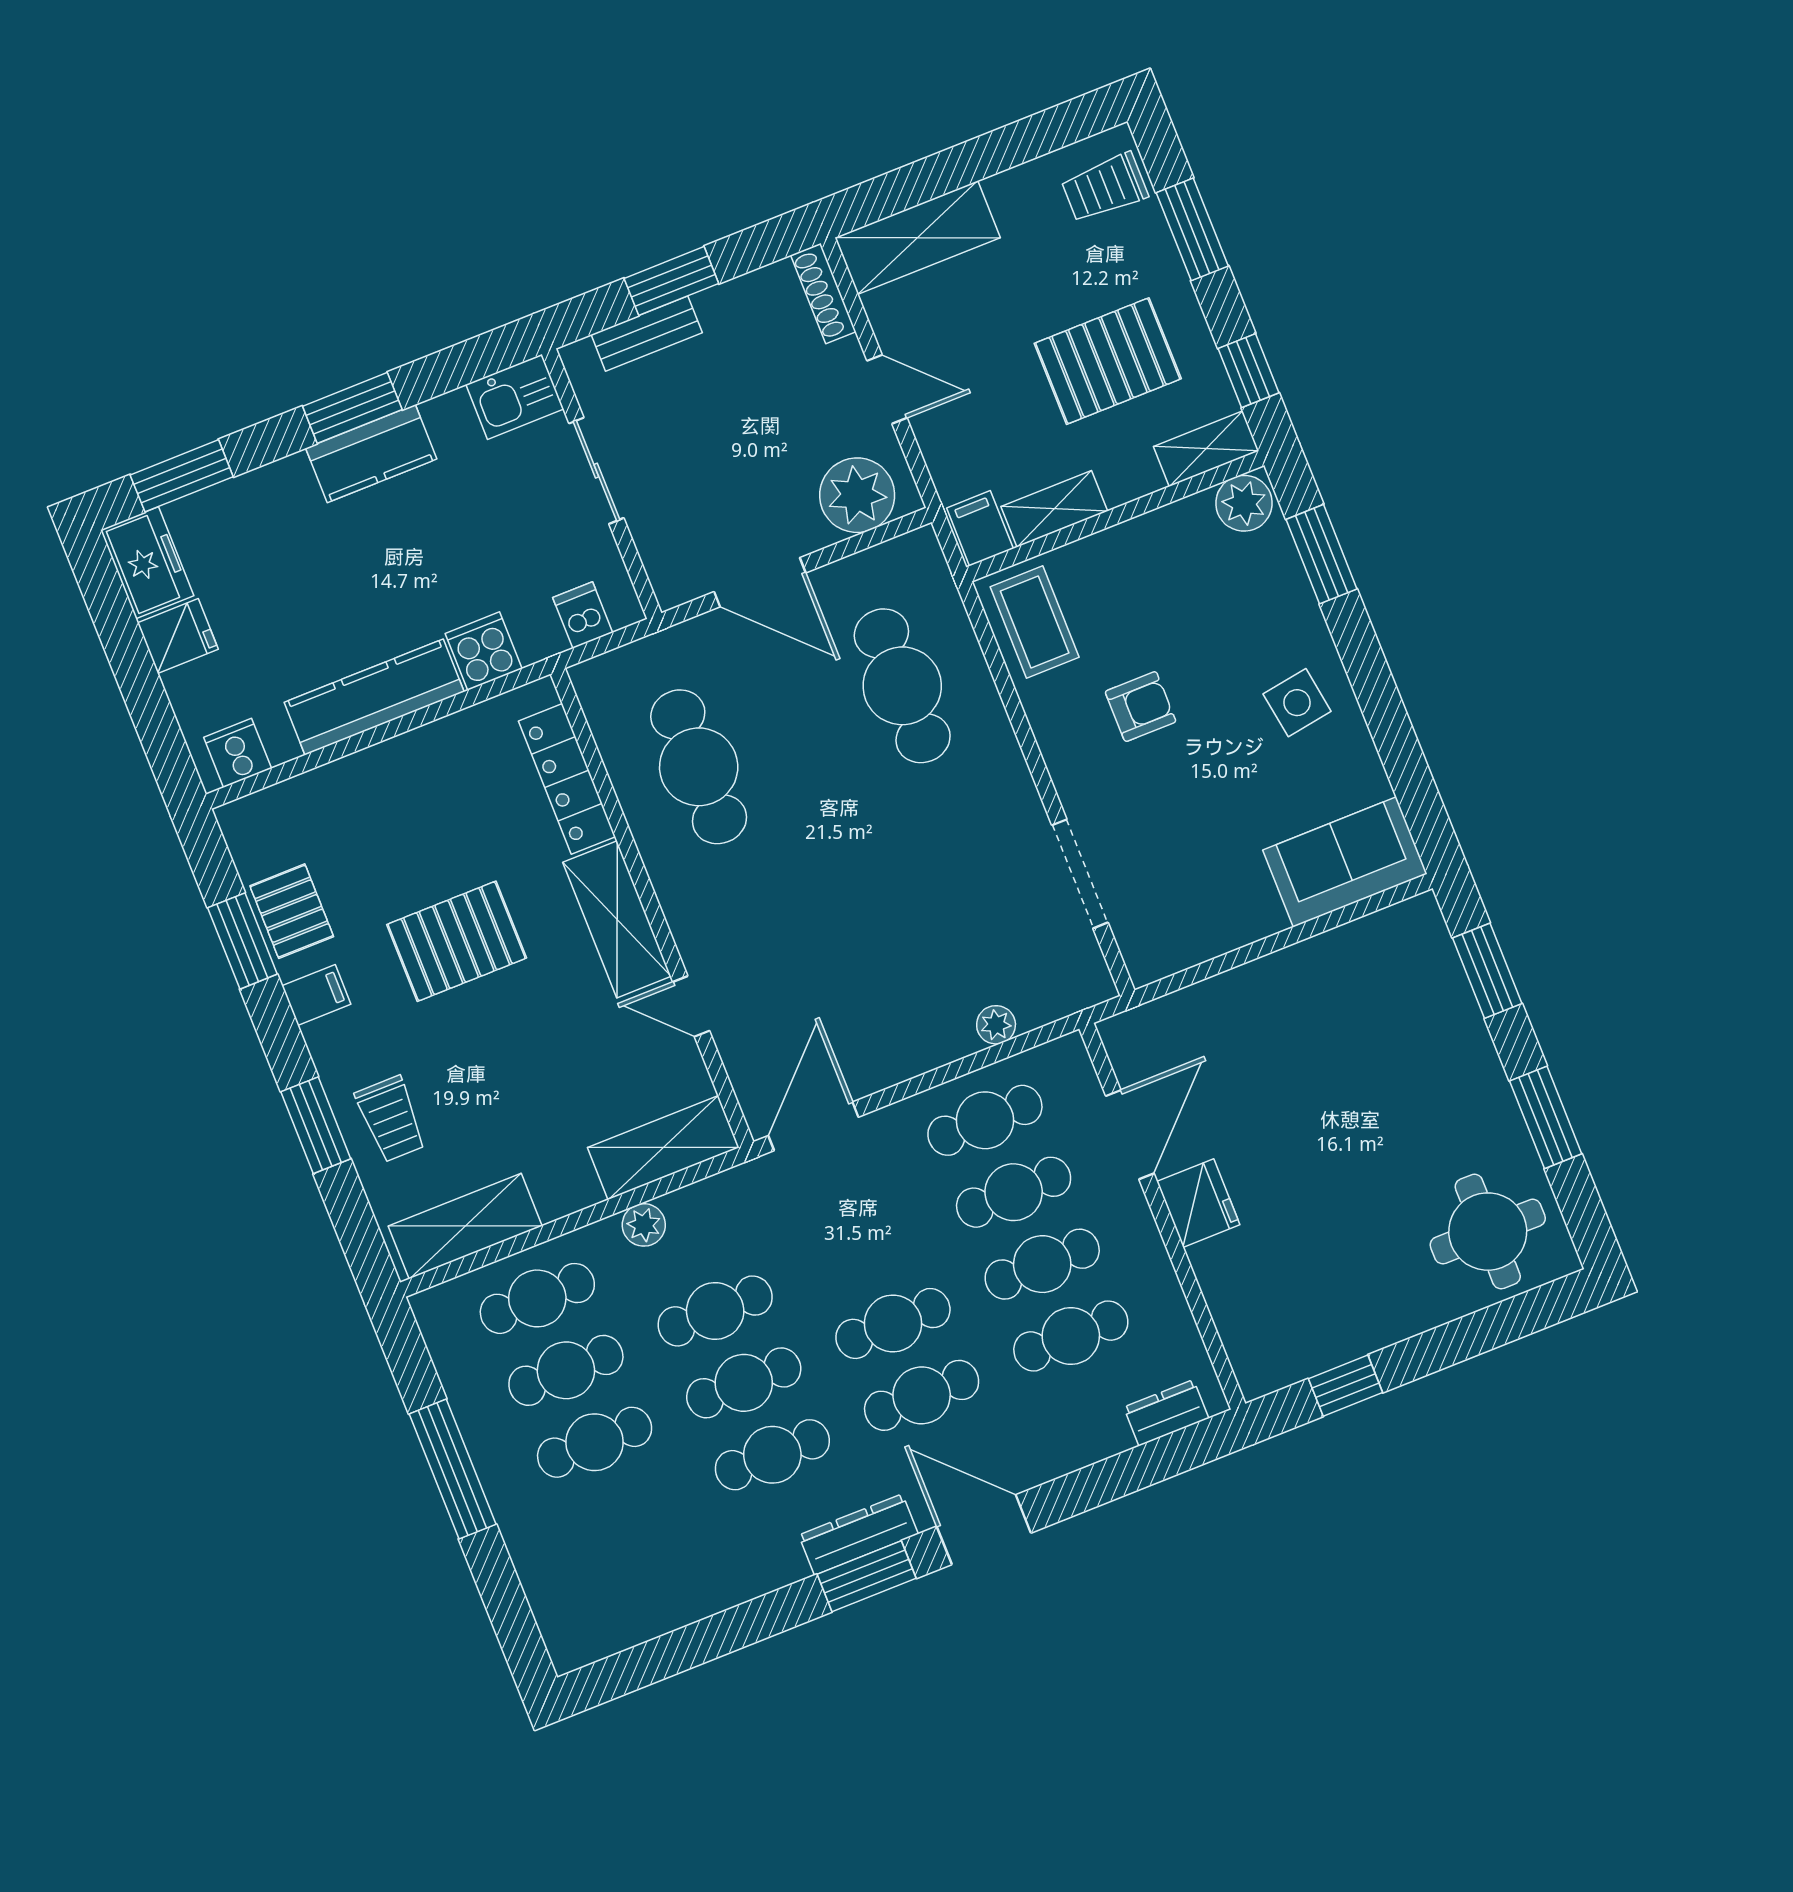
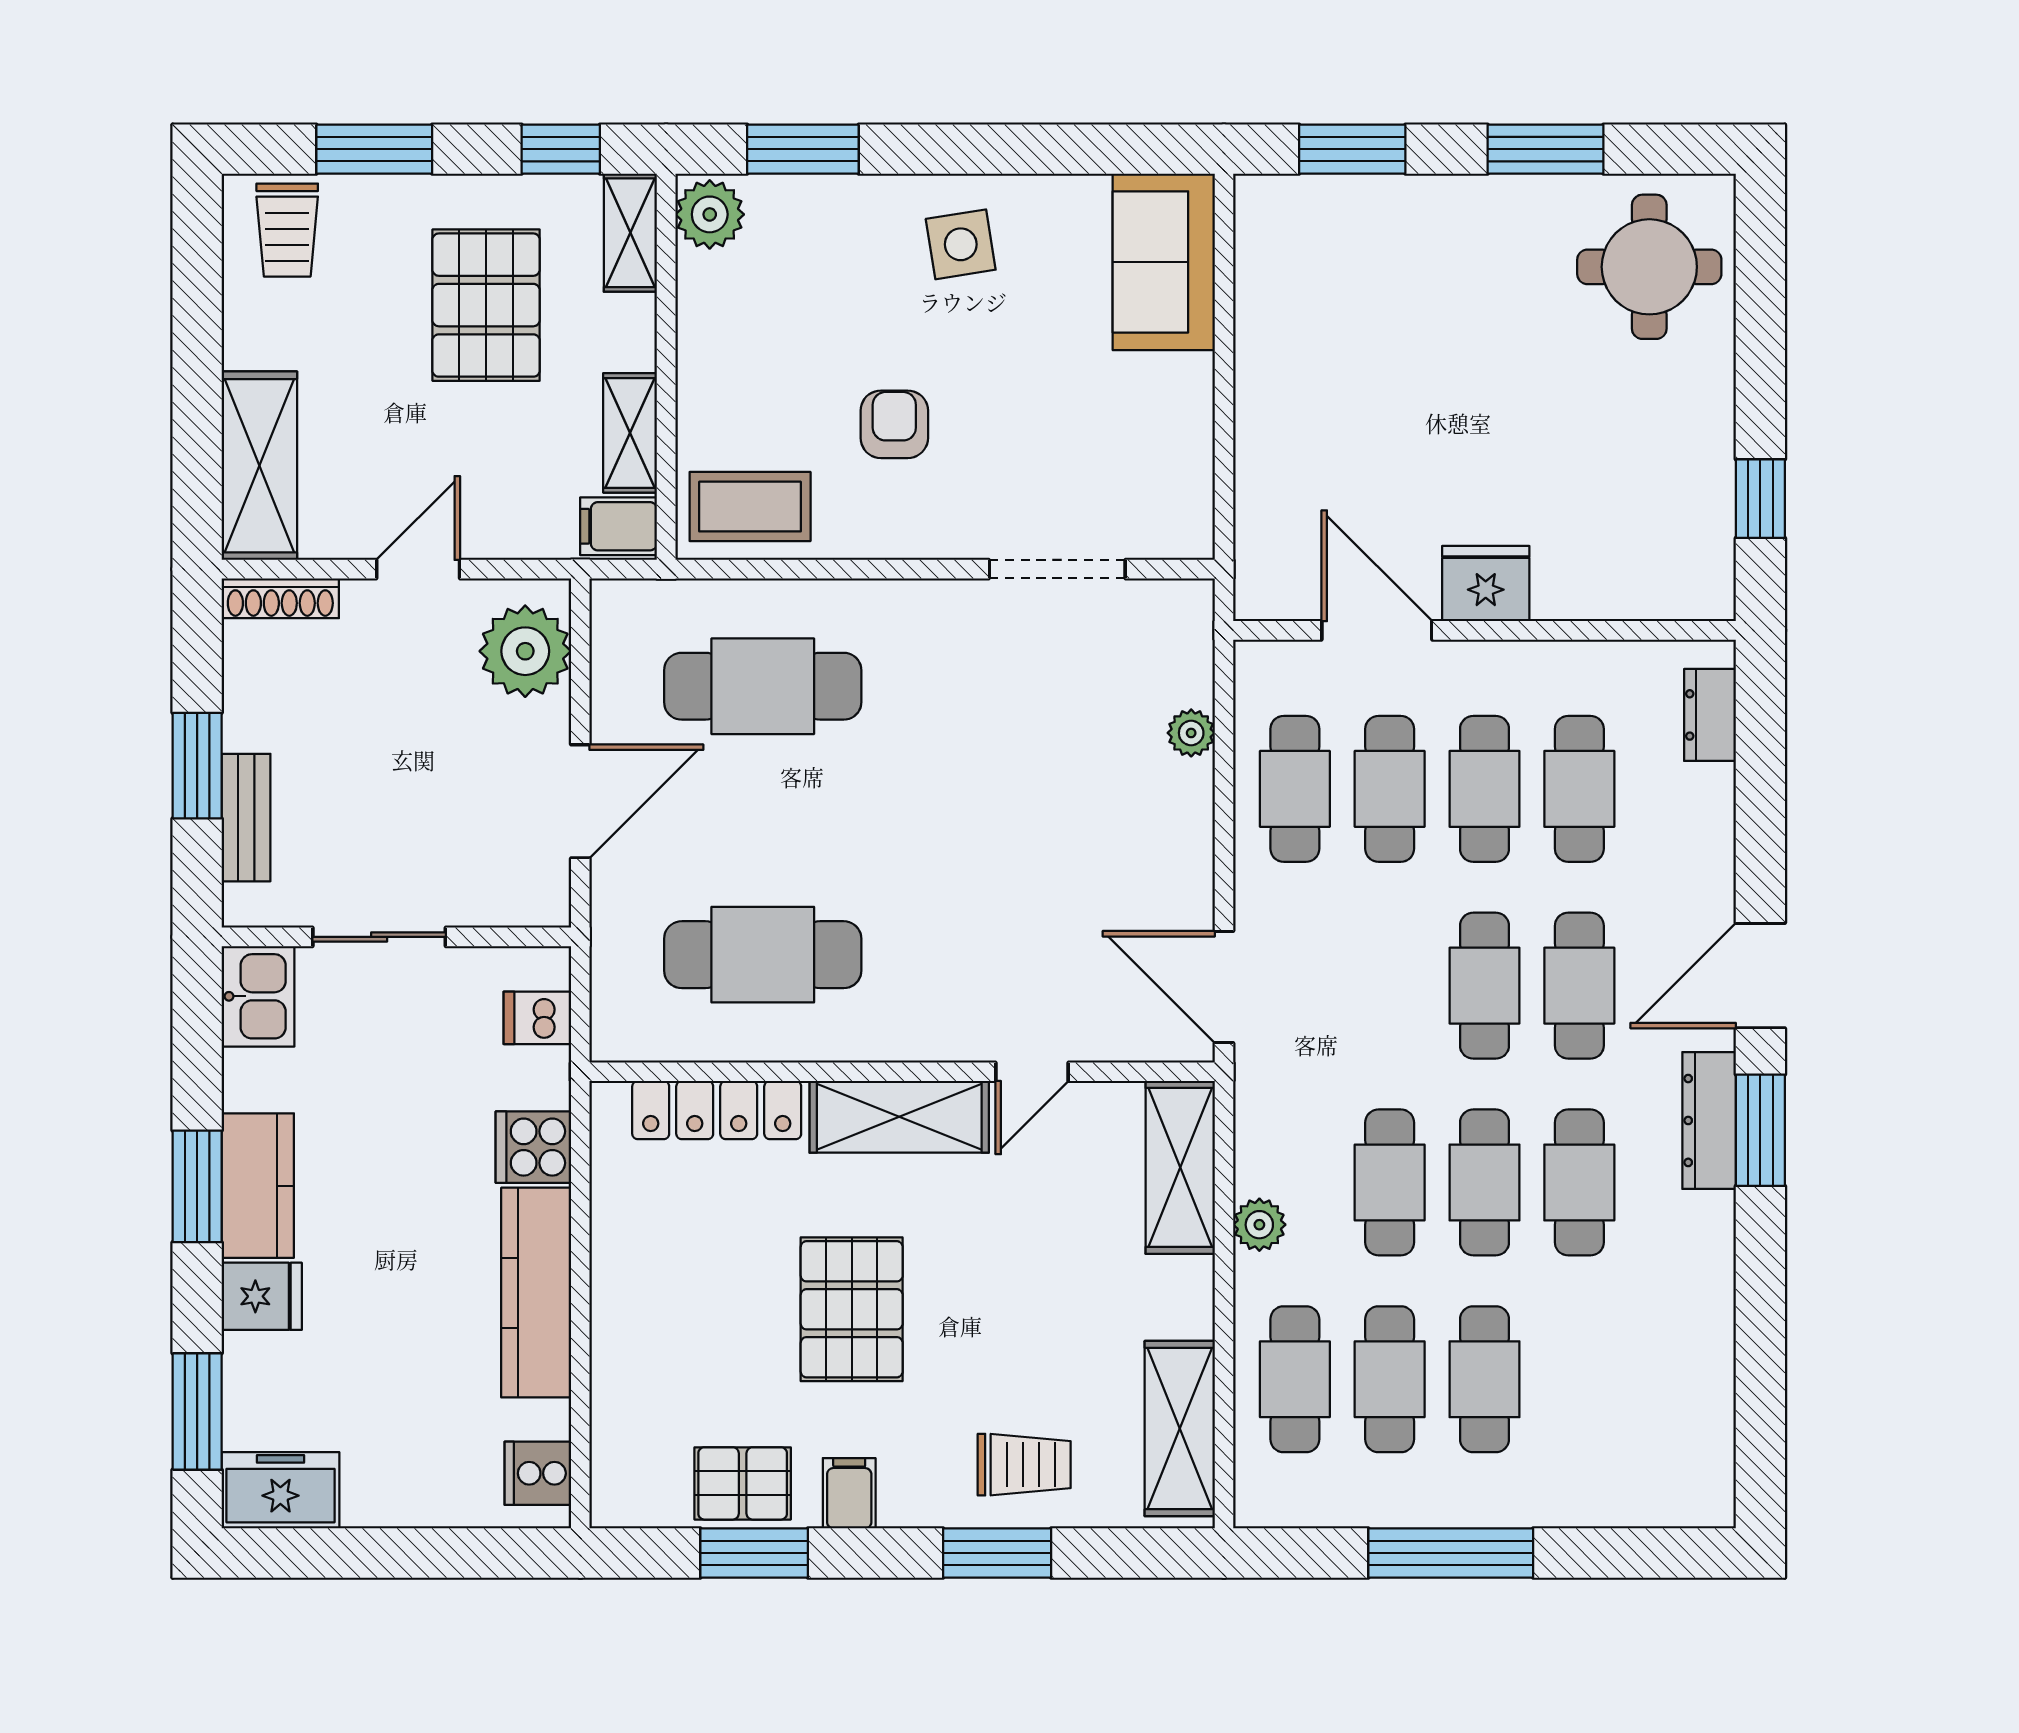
fridge: (178, 636) -> (262, 1296), moved, turned 90

